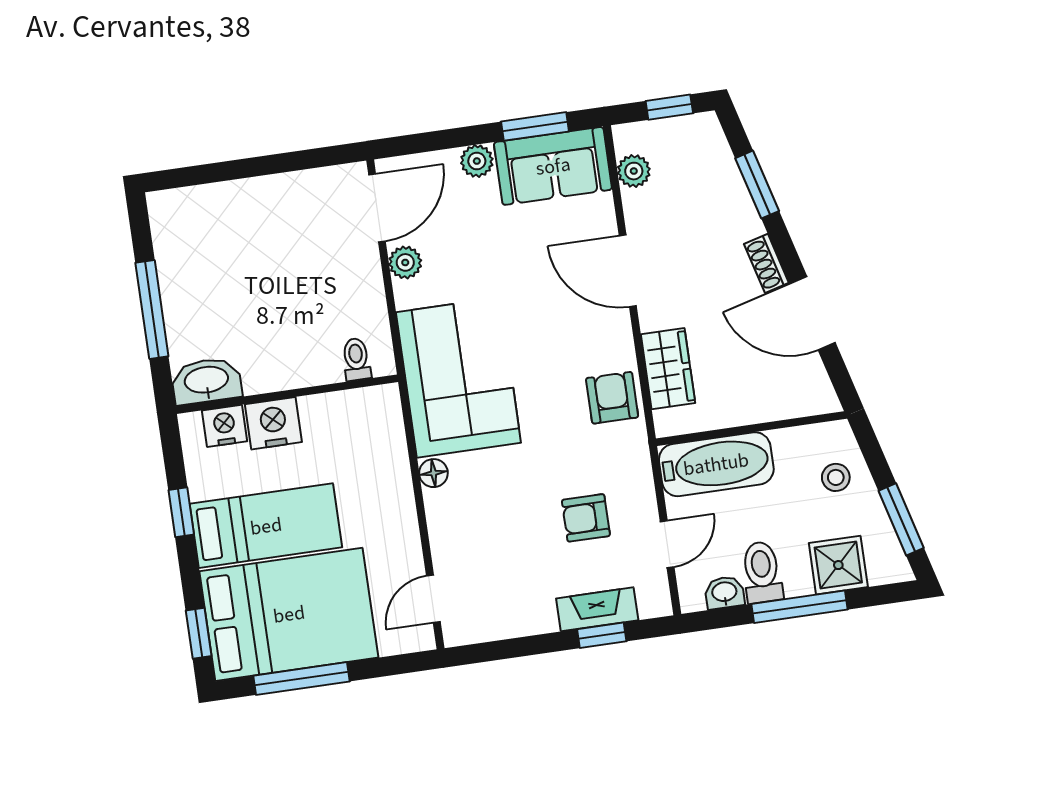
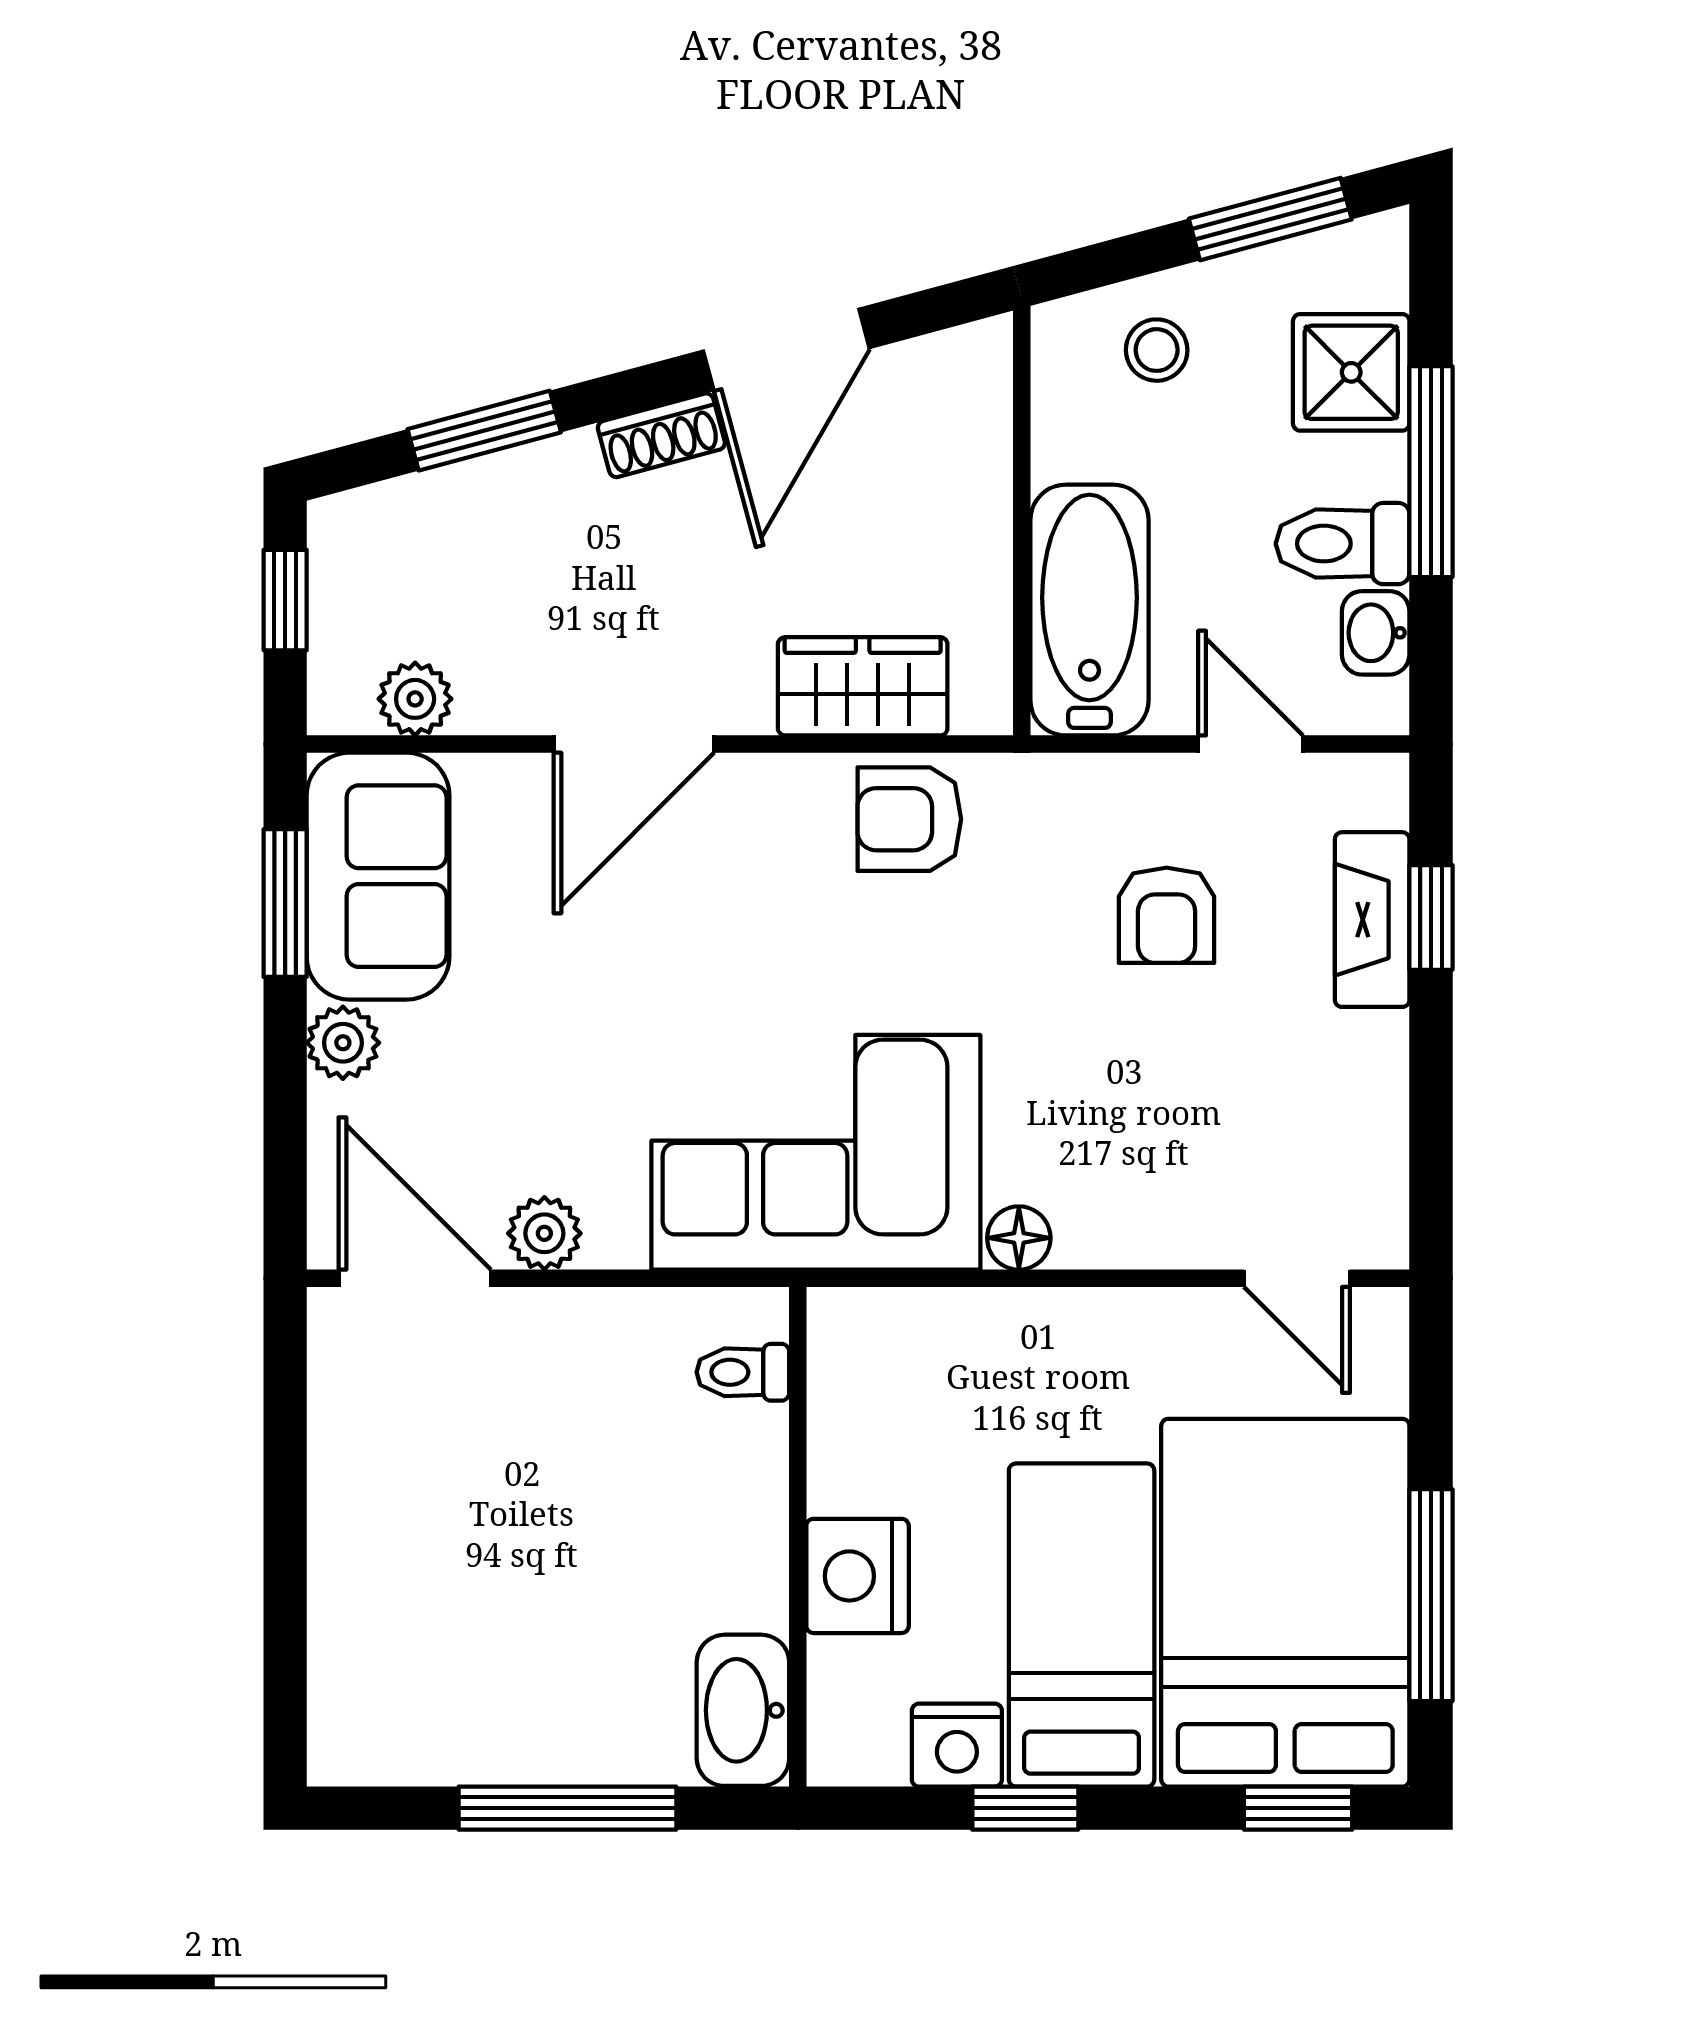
nightstand: (224, 426) -> (957, 1745), moved, turned -90

